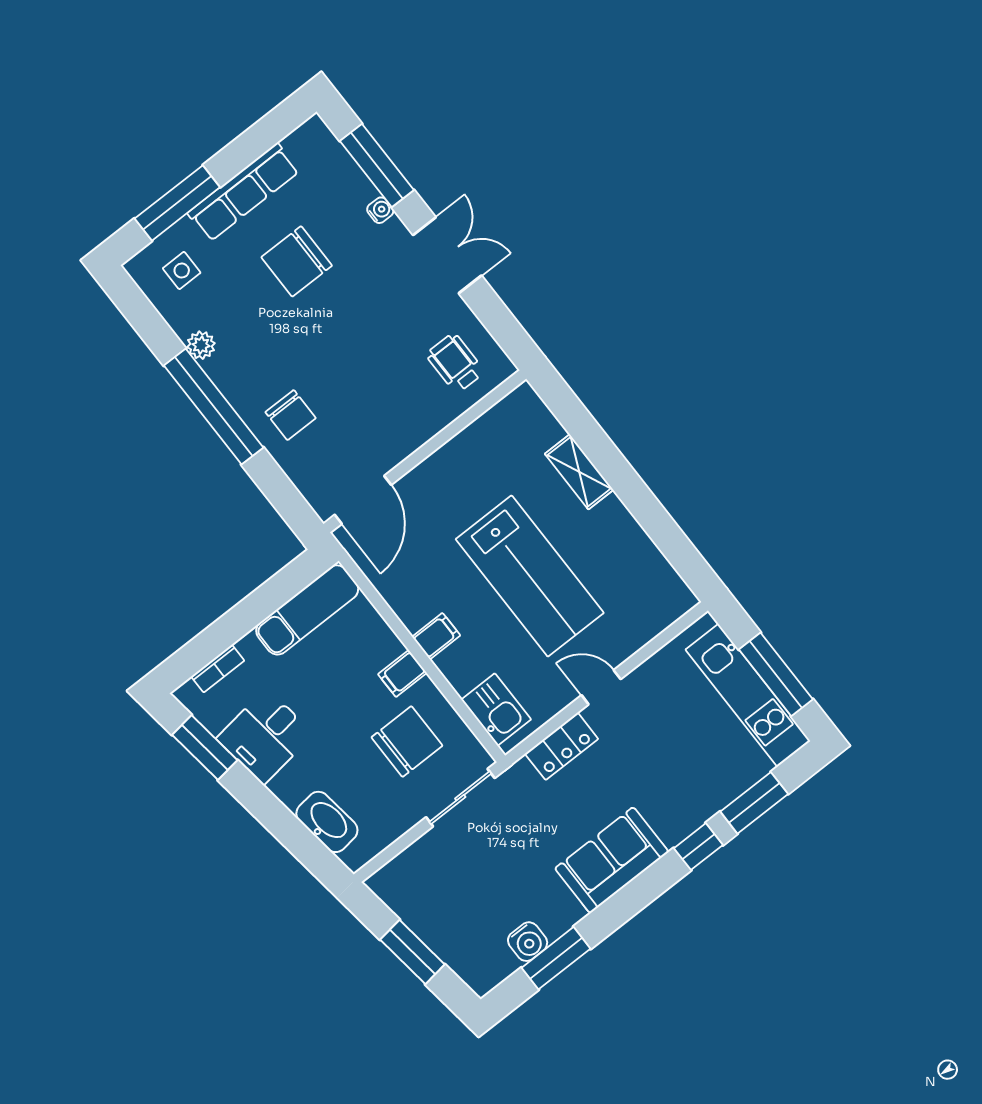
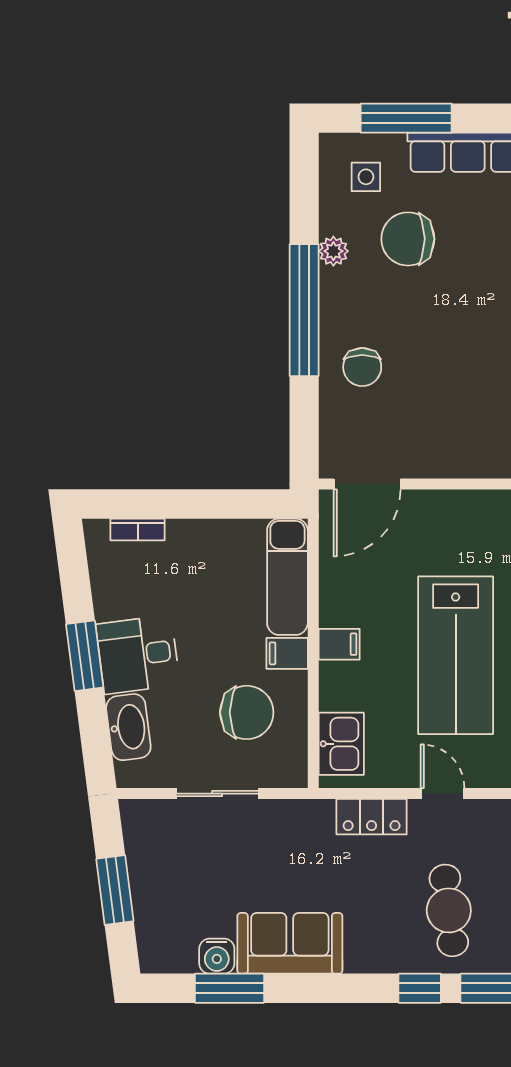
chair: (297, 261) -> (408, 239), moved
exam couch: (307, 610) -> (287, 577), moved, turned 90
desk: (265, 736) -> (138, 655), moved
window: (205, 747) -> (85, 656), moved
cafe table: (674, 771) -> (449, 910), added
sliding door: (460, 798) -> (217, 794), moved
sofa: (612, 860) -> (290, 943), moved

